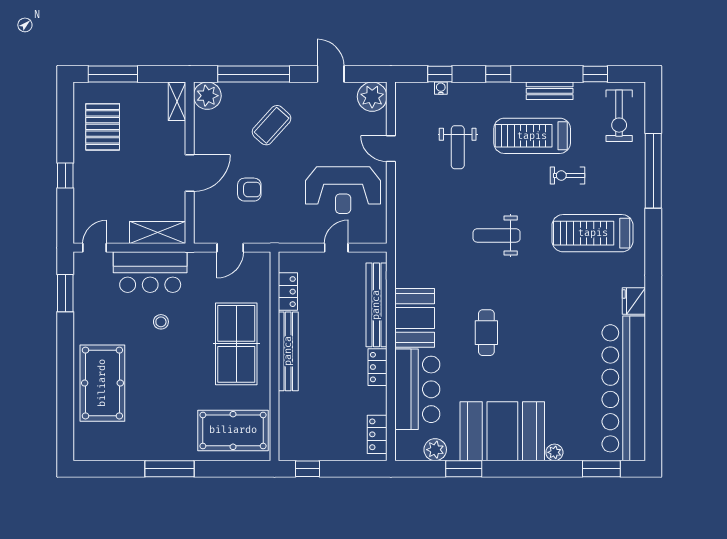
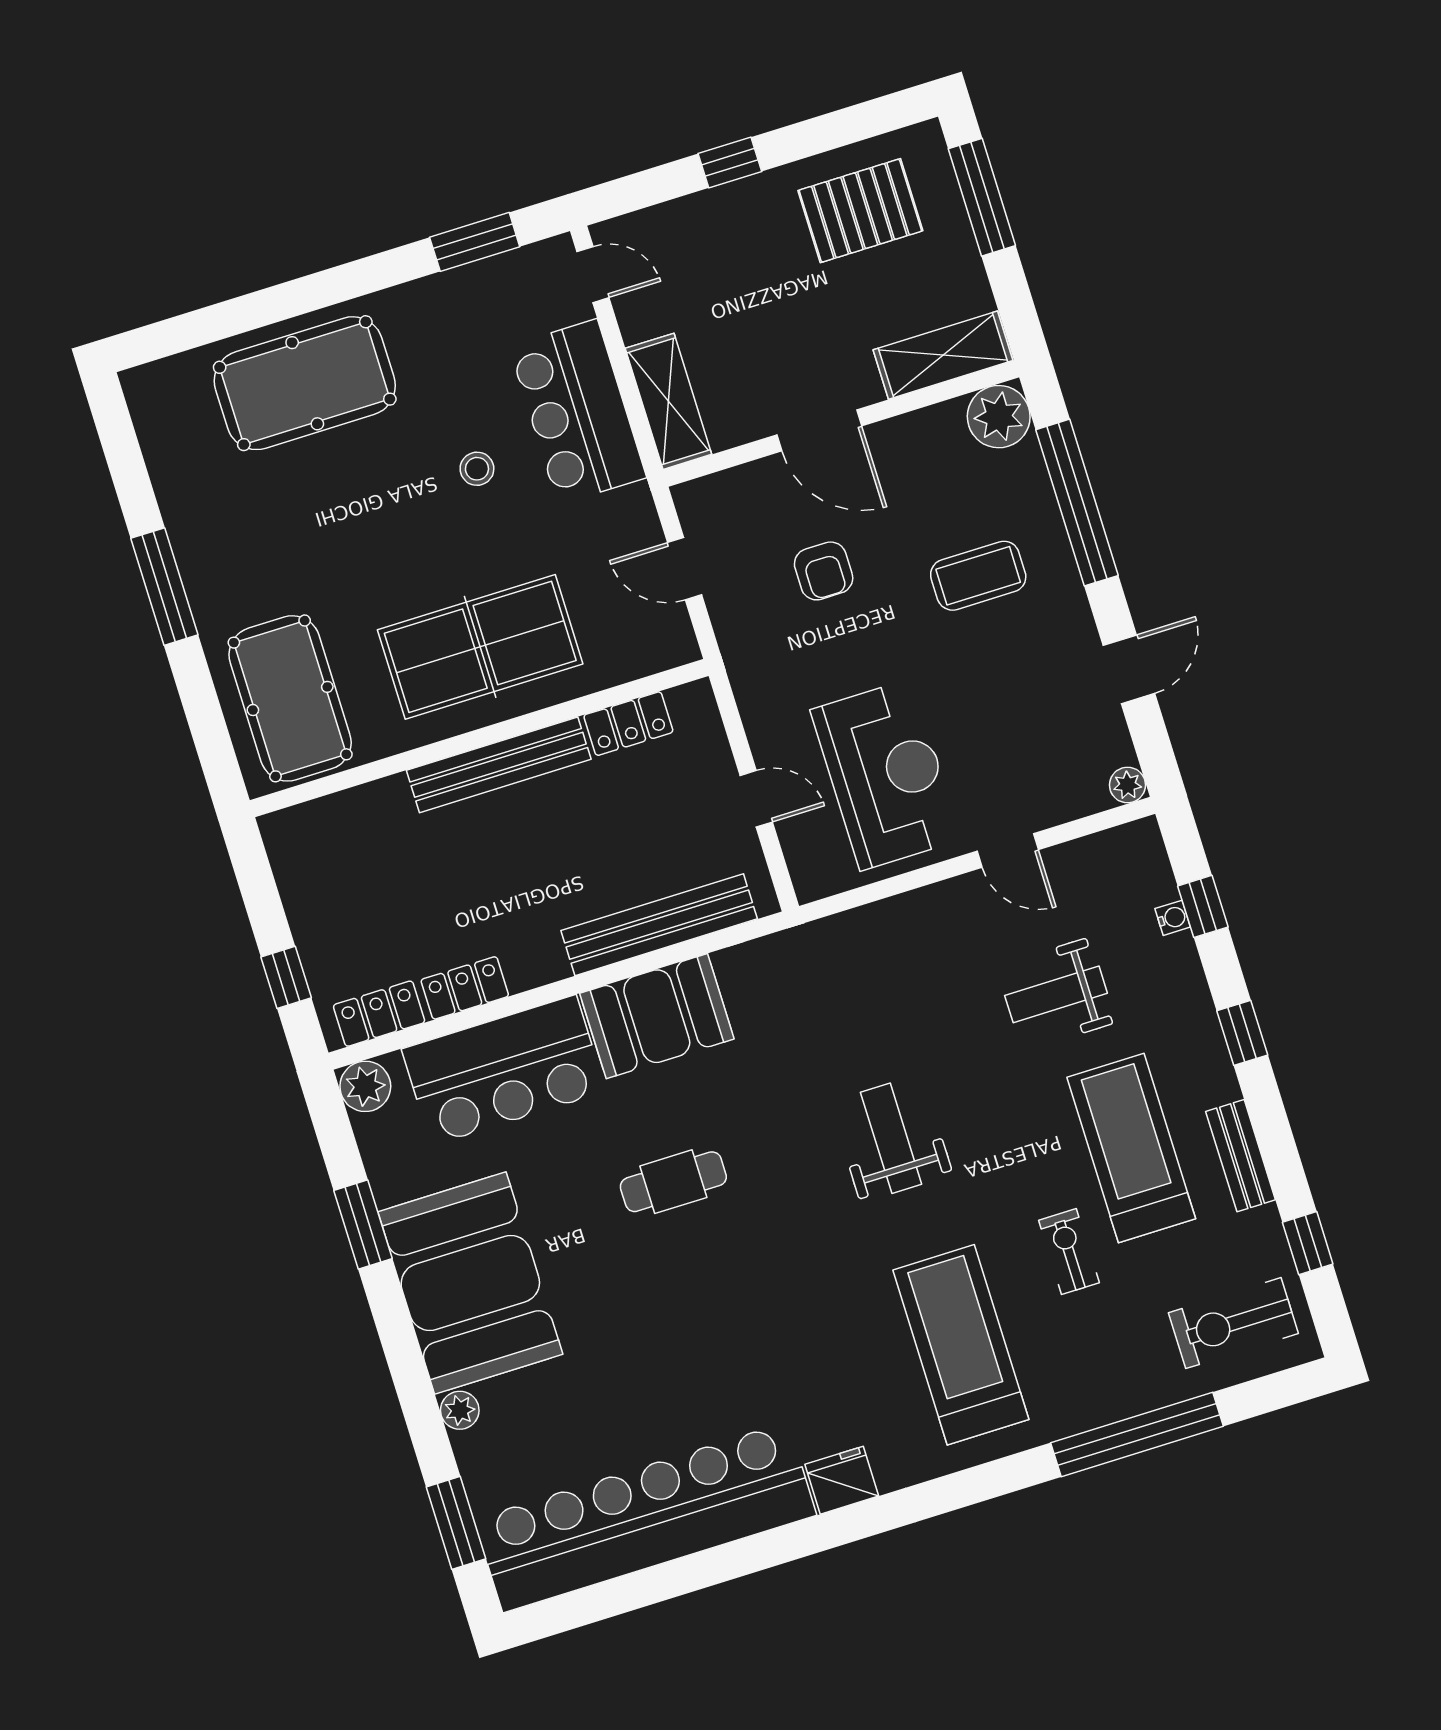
plant: (372, 97) -> (1128, 785), width x0.53, depth x0.53
shelving: (177, 102) -> (943, 355), width x1.50, depth x1.33
coffee table: (272, 125) -> (978, 576), turned -42
door: (391, 149) -> (1008, 850), swing flipped
reception desk: (343, 190) -> (886, 775), turned 180
locker: (378, 367) -> (465, 988), moved
plant: (435, 450) -> (365, 1086), moved
window: (308, 469) -> (286, 977), moved

